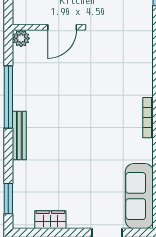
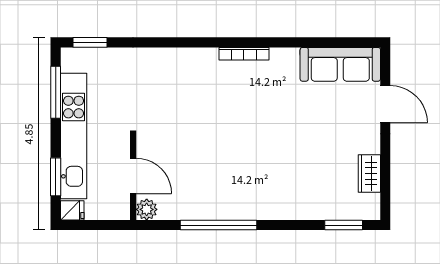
door: (62, 27) -> (133, 176), moved
bench: (19, 136) -> (266, 212), removed

